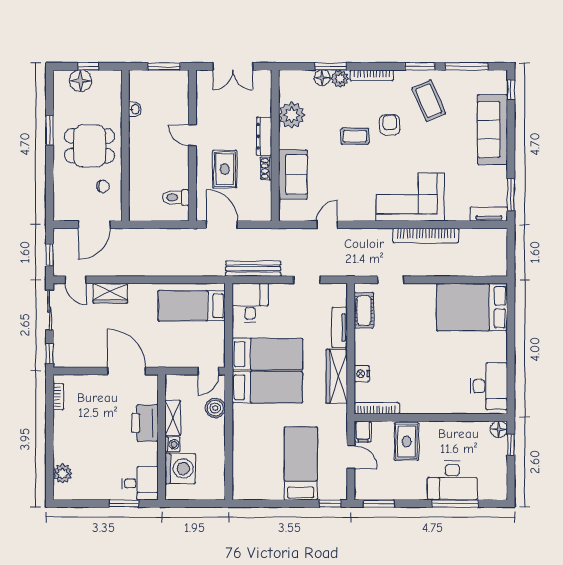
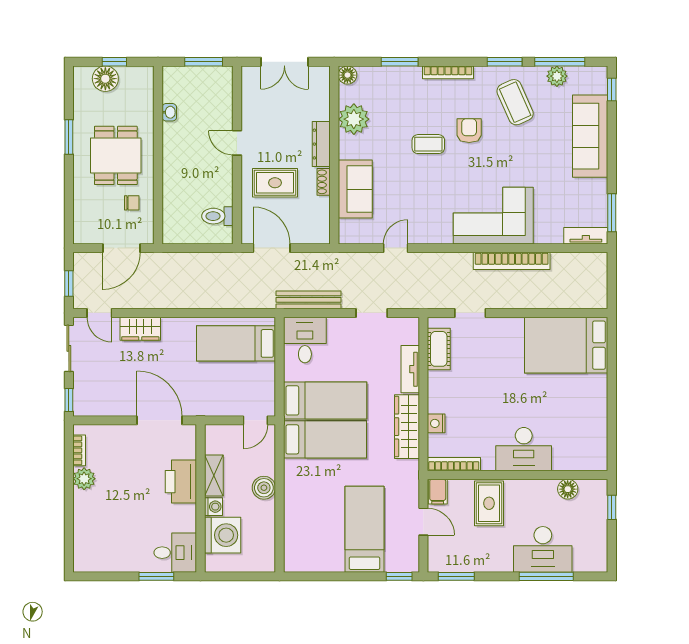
floor lamp: (322, 78) -> (347, 75), moved
plant: (340, 79) -> (557, 76), moved
dining table: (89, 146) -> (116, 155), turned 90
rug: (225, 169) -> (275, 183), turned 90
desk: (489, 386) -> (524, 449), moved, turned 90
boiler: (215, 408) -> (264, 488), moved
floor lamp: (499, 429) -> (568, 489), moved
plant: (63, 474) -> (84, 479), moved

